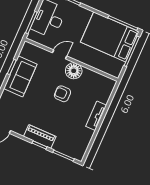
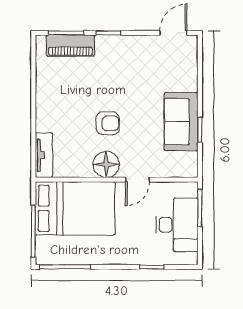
bed: (110, 37) -> (75, 208), moved
tv unit: (96, 116) -> (44, 155), moved
piano: (40, 137) -> (71, 46), moved

